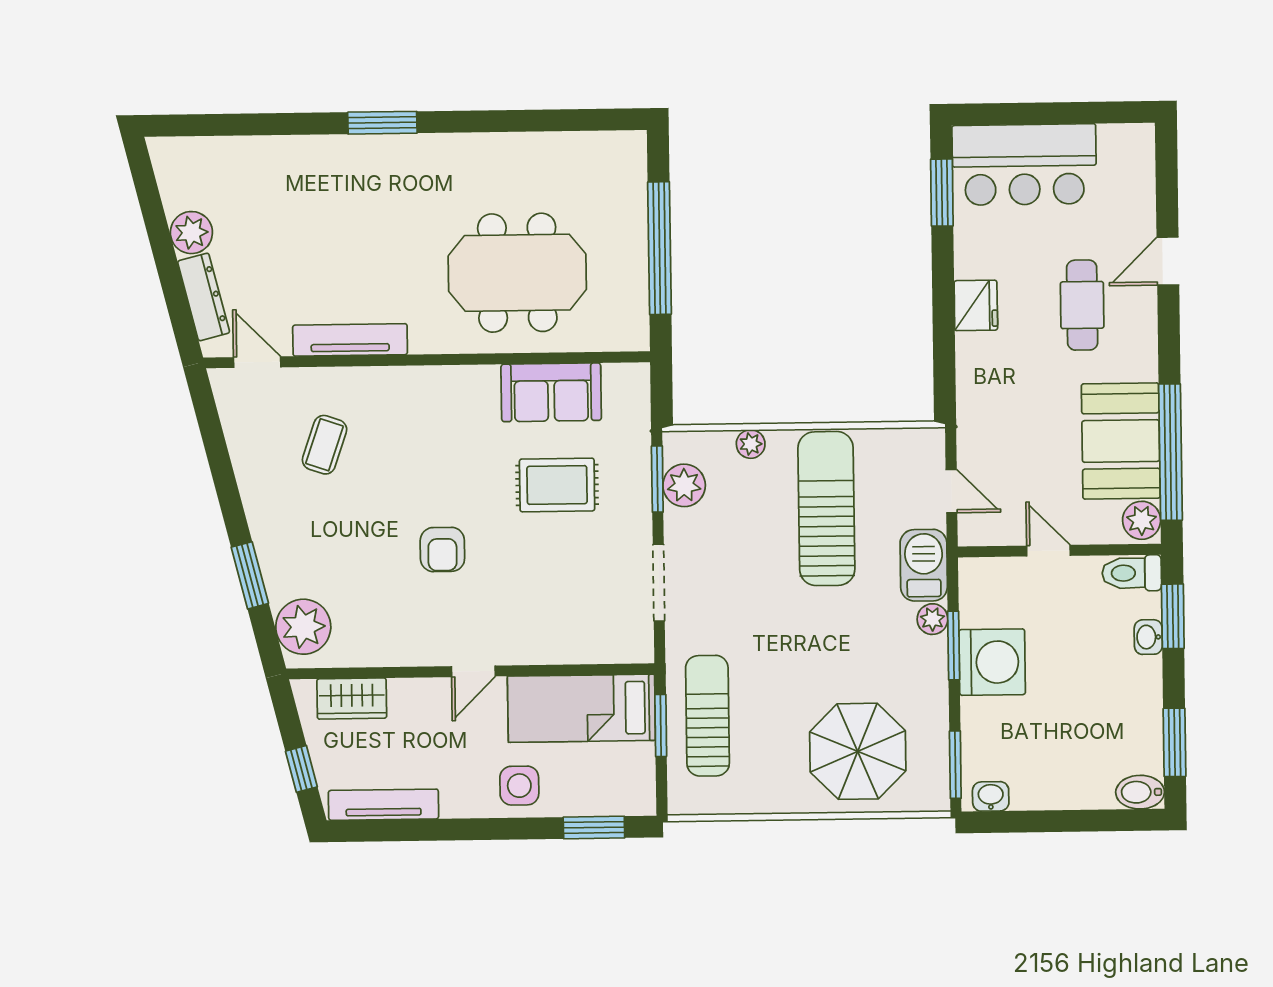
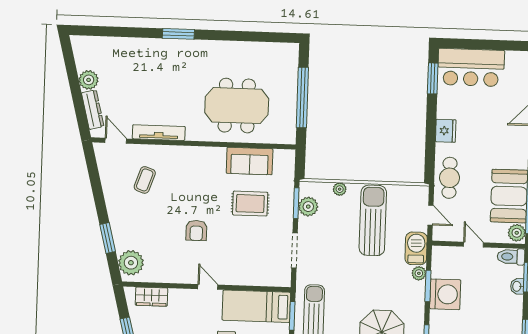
cafe table: (1082, 305) -> (449, 178), moved
door: (473, 671) -> (208, 287), swing flipped

